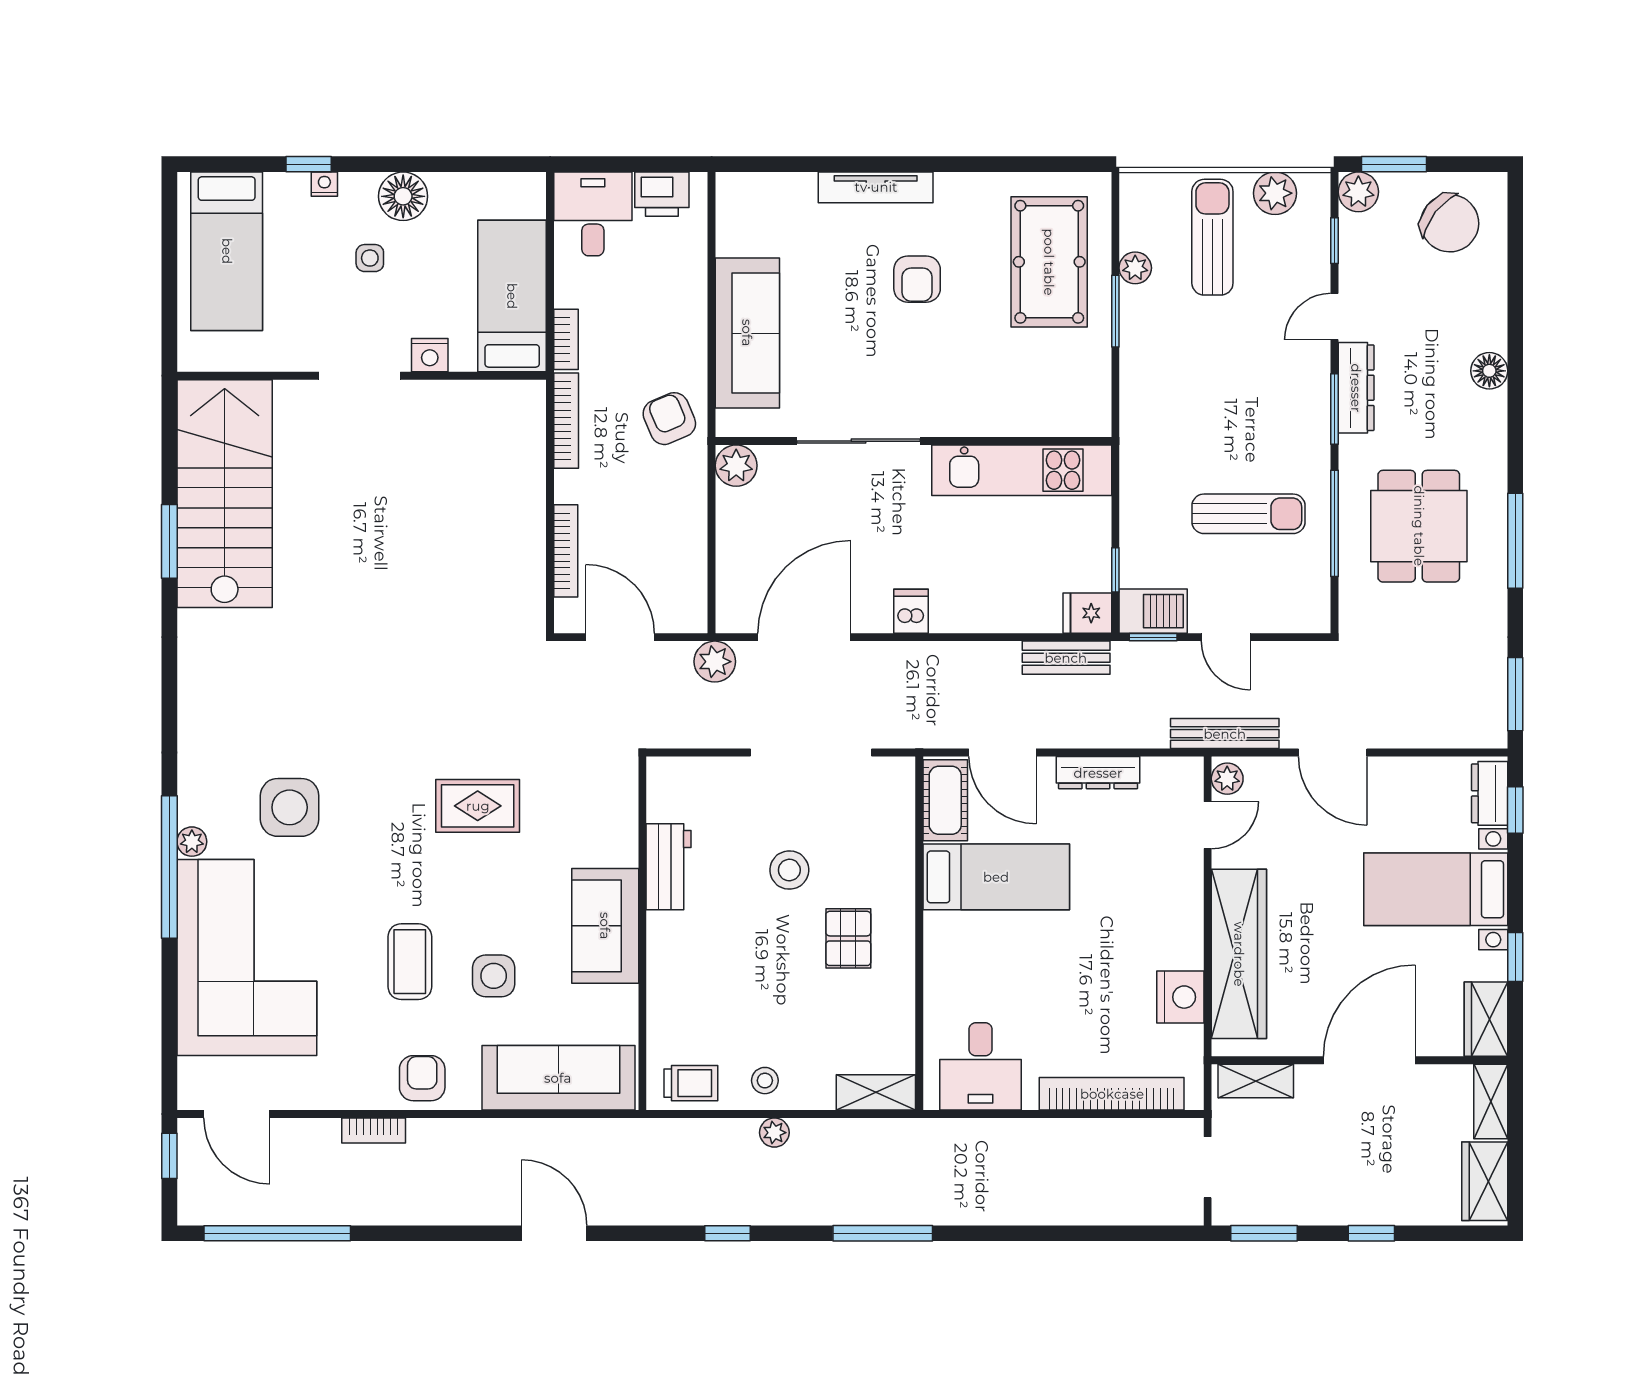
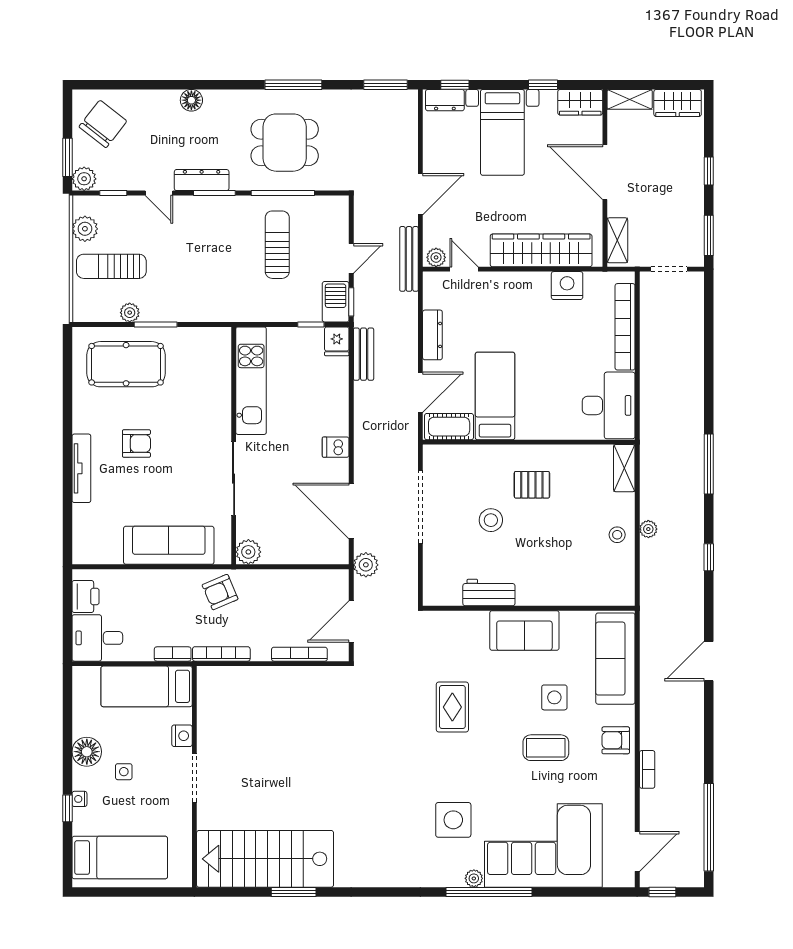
desk: (981, 1066) -> (609, 405), width x1.37
trolley: (691, 1083) -> (619, 579), removed

